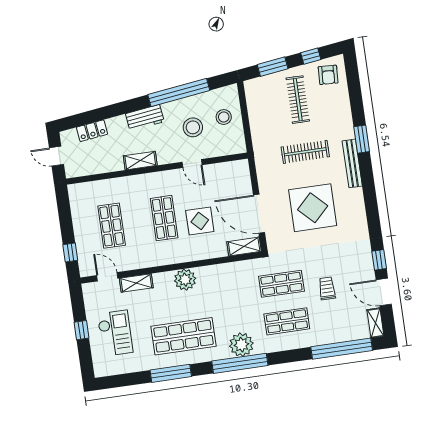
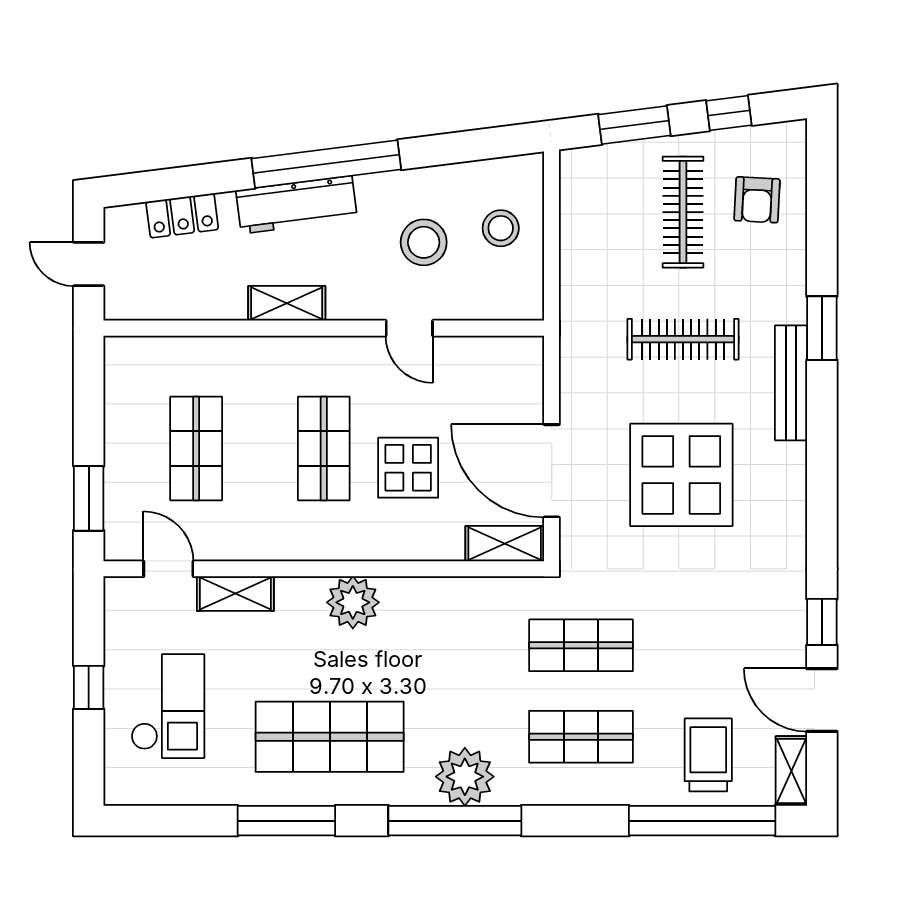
armchair: (328, 75) -> (757, 200), moved
window: (179, 92) -> (326, 164), moved
workbench: (145, 118) -> (297, 205), width x1.37
window: (70, 252) -> (89, 498), width x1.50
trolley: (327, 288) -> (708, 755), moved, width x1.36, depth x1.39

